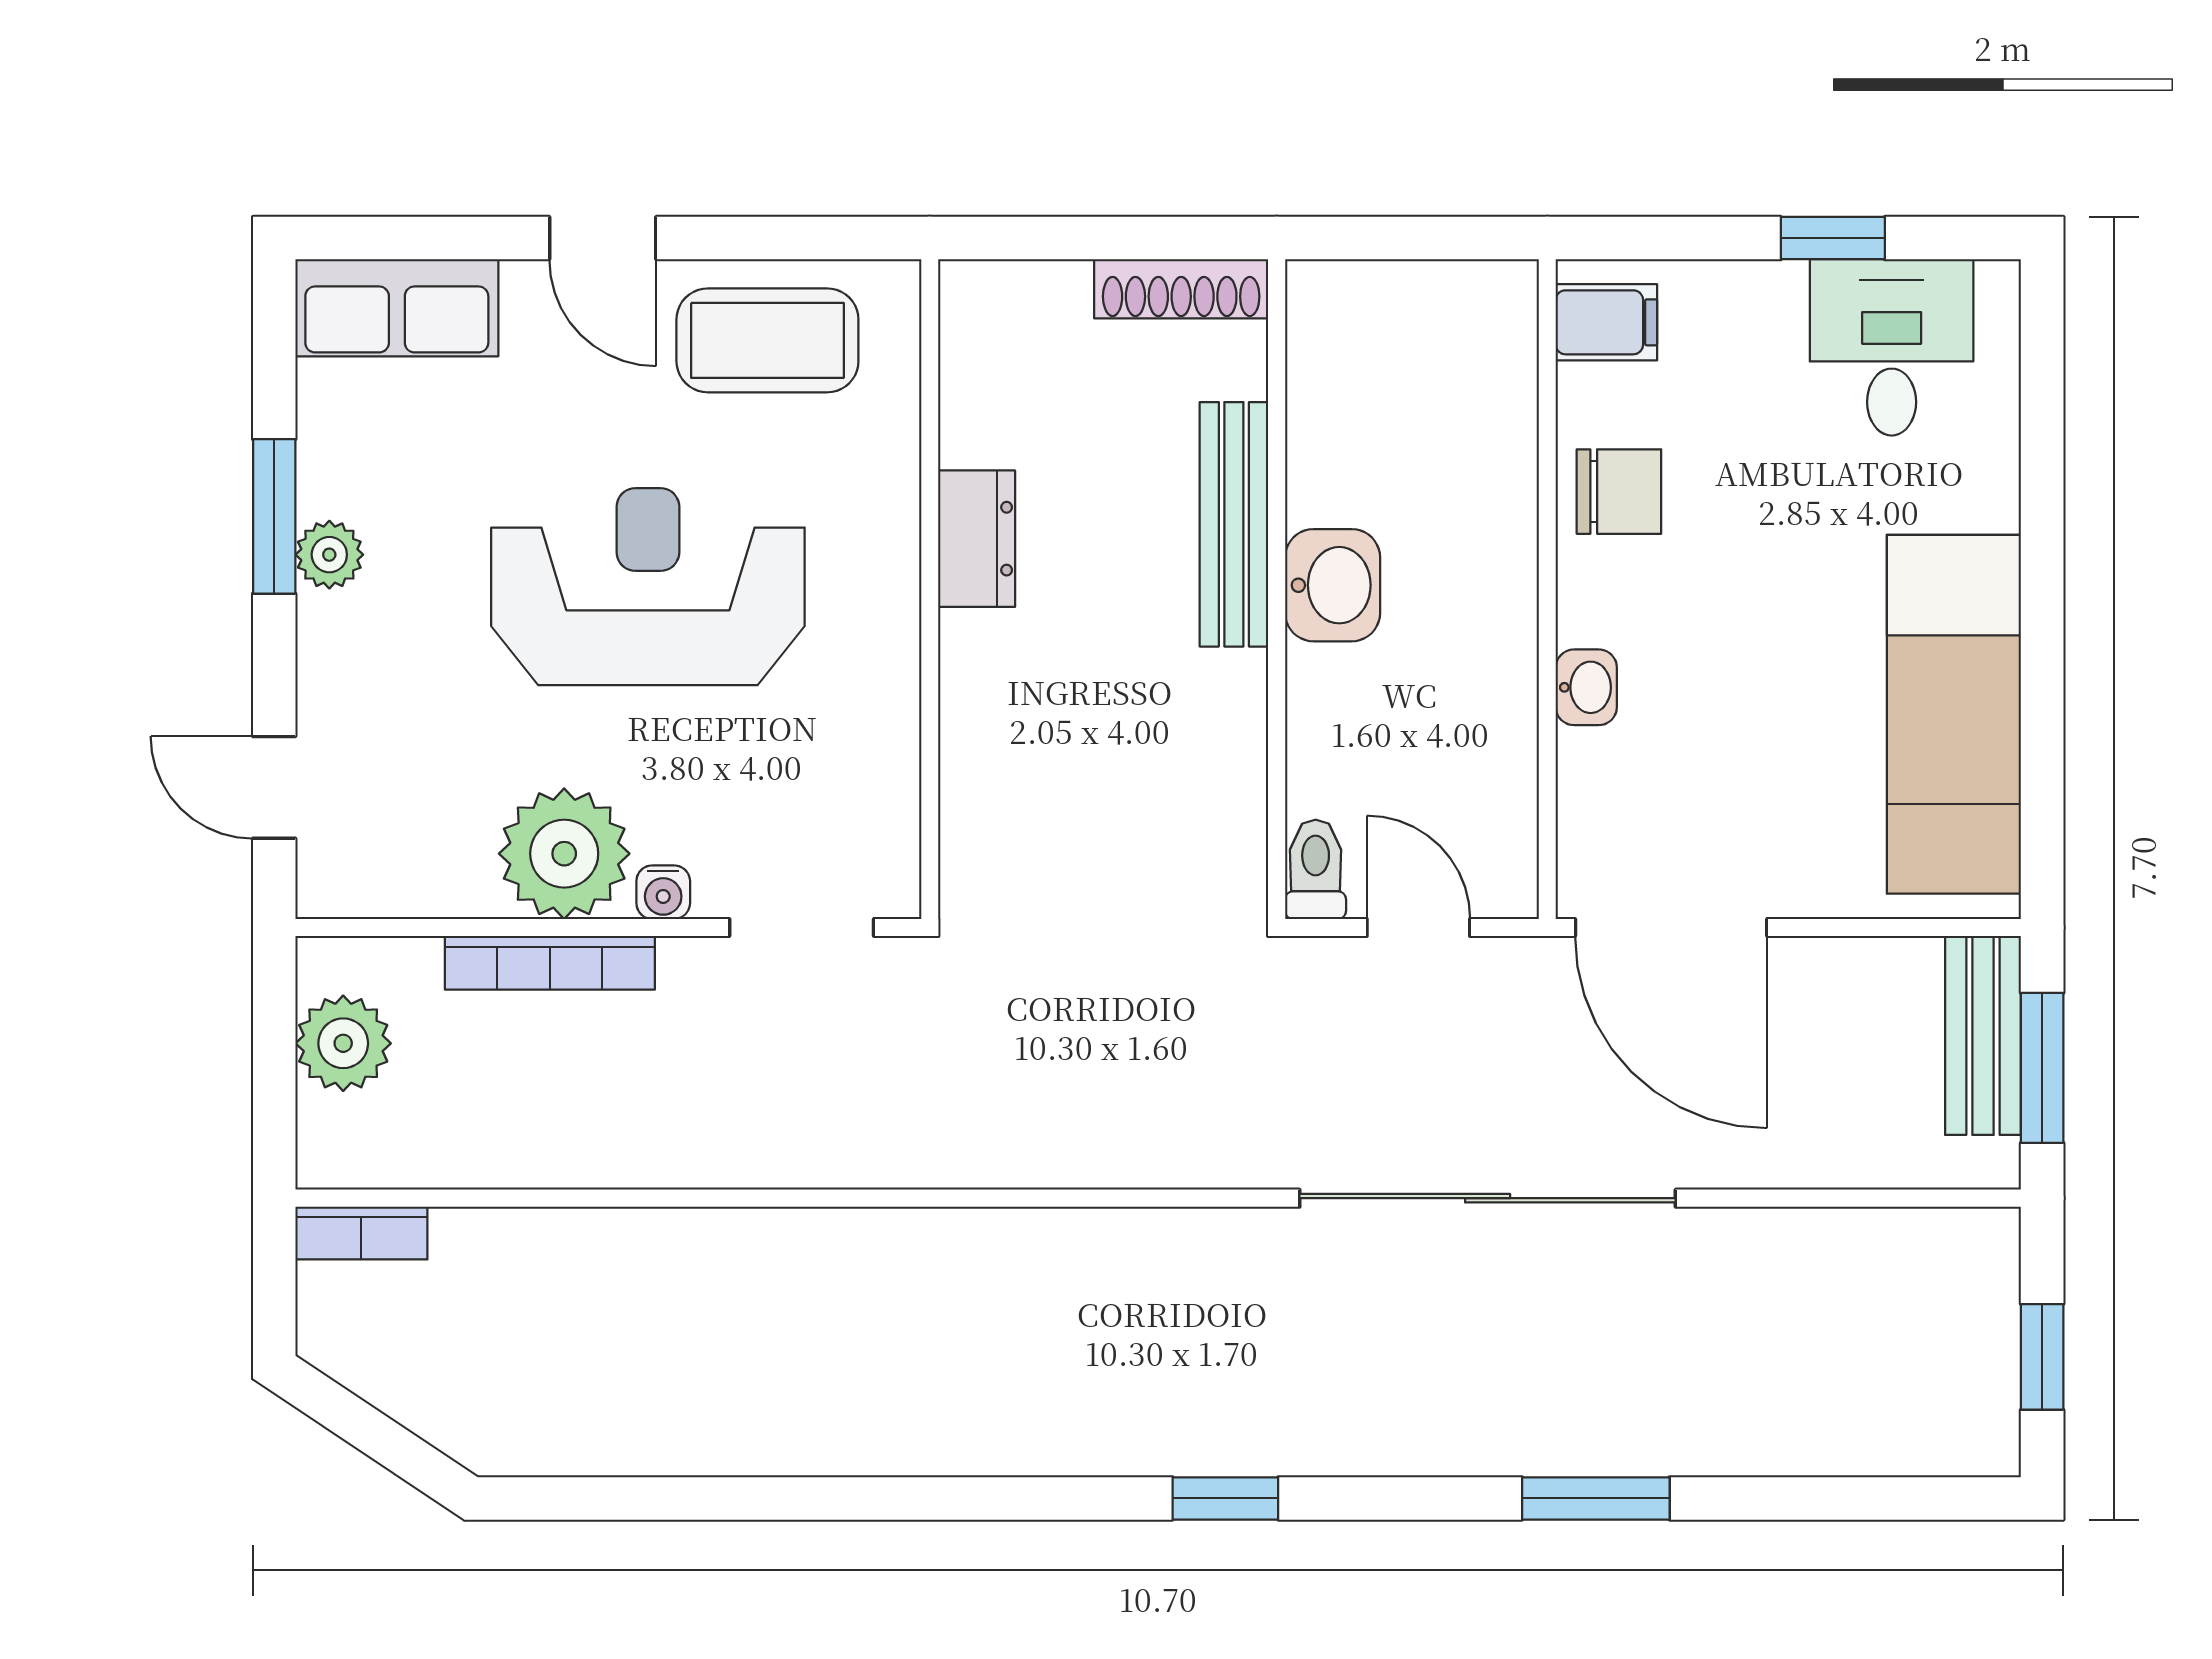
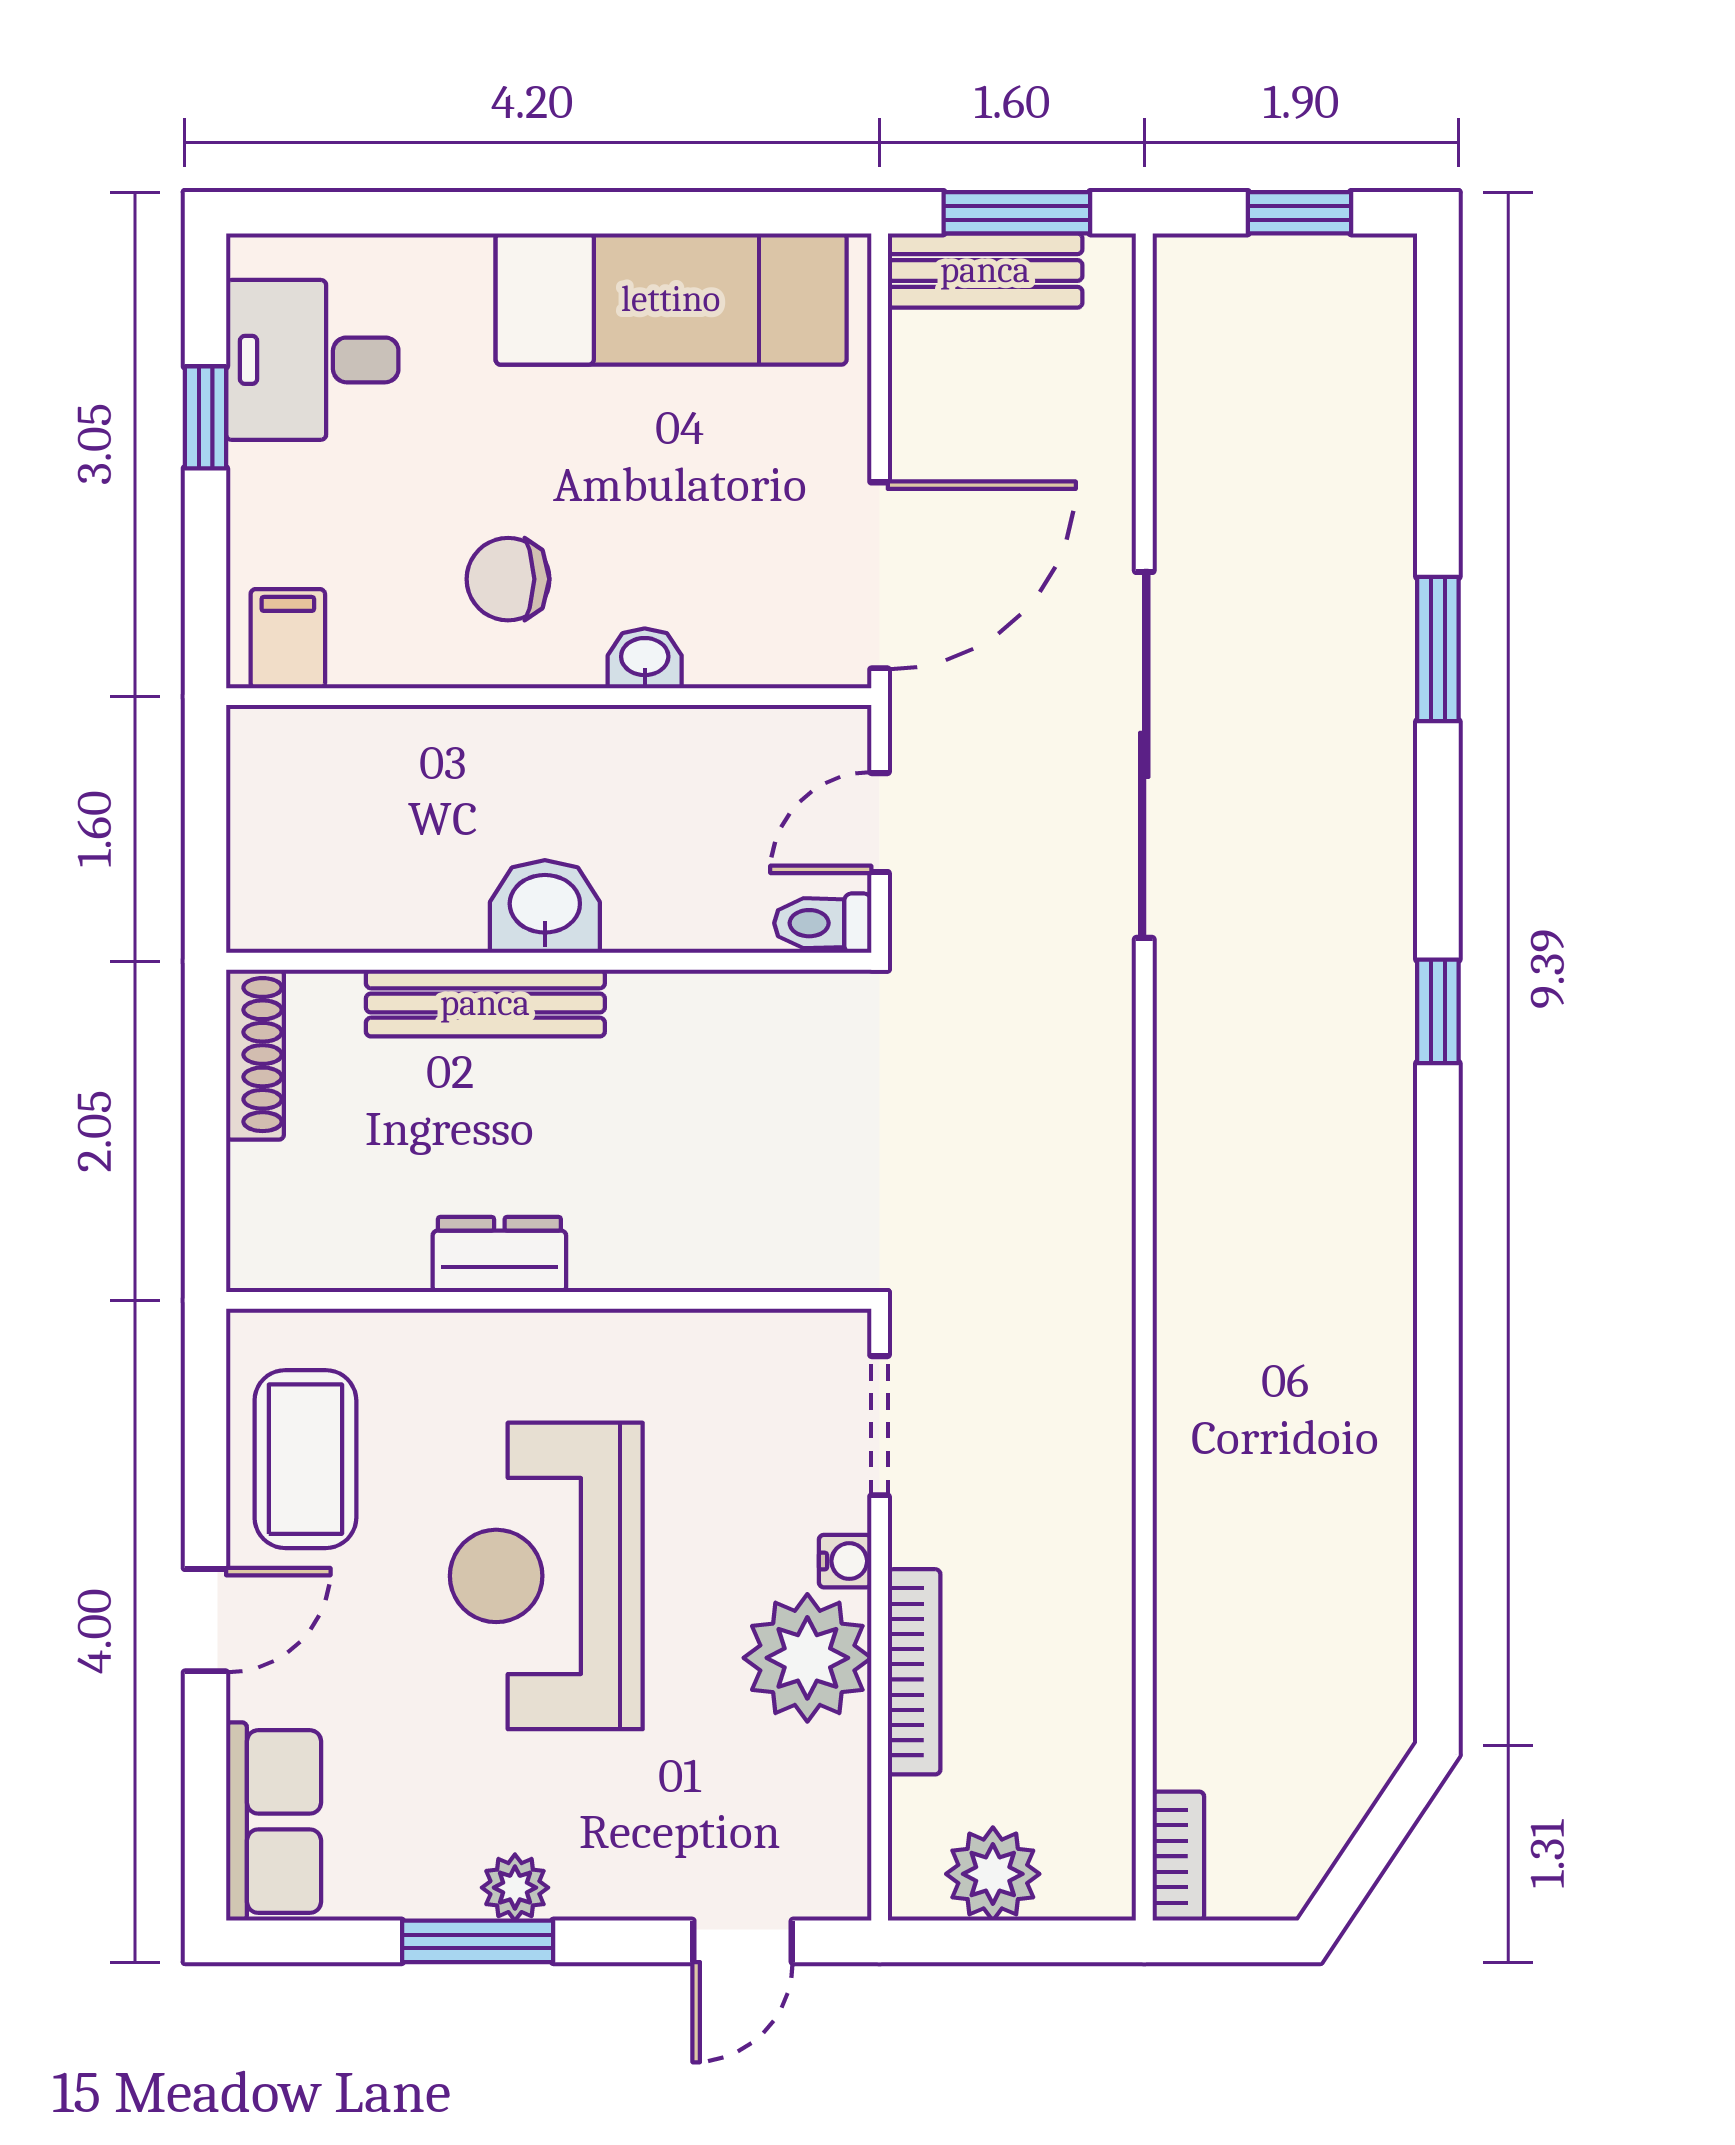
chair: (1619, 492) -> (508, 579), moved, turned -90

